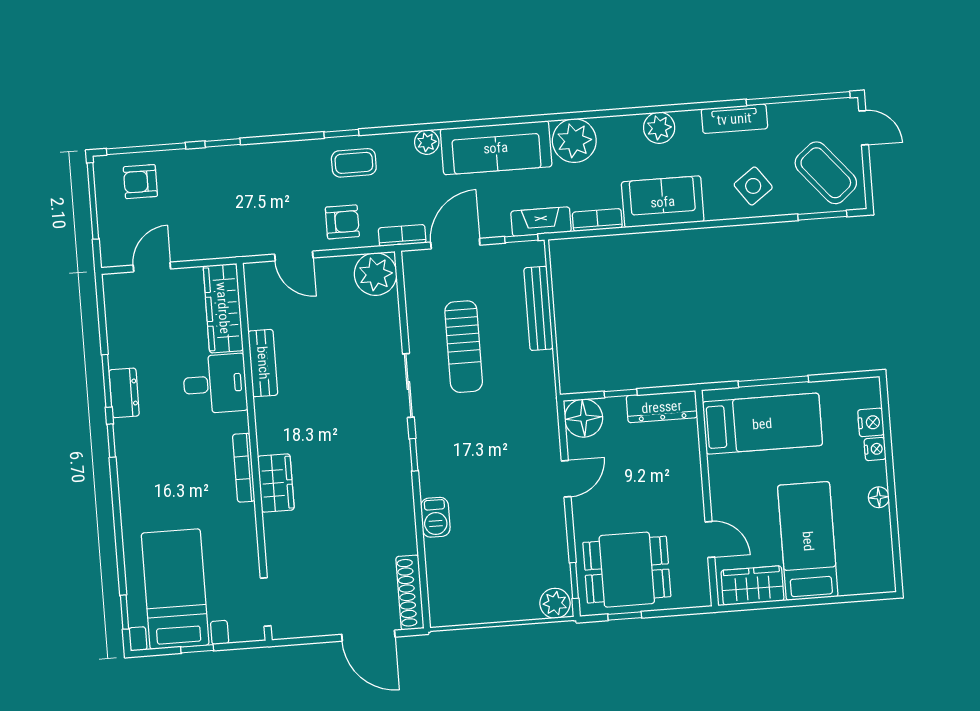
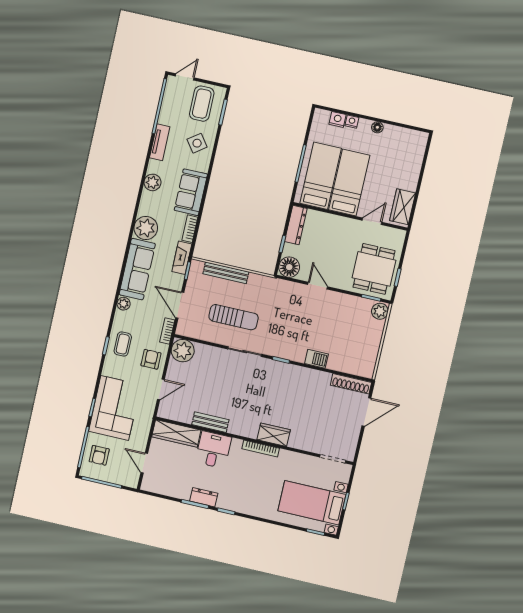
coffee table: (826, 173) -> (202, 104), turned -50
corner sofa: (234, 184) -> (115, 408), added
bed: (808, 541) -> (349, 183), moved, turned 90

